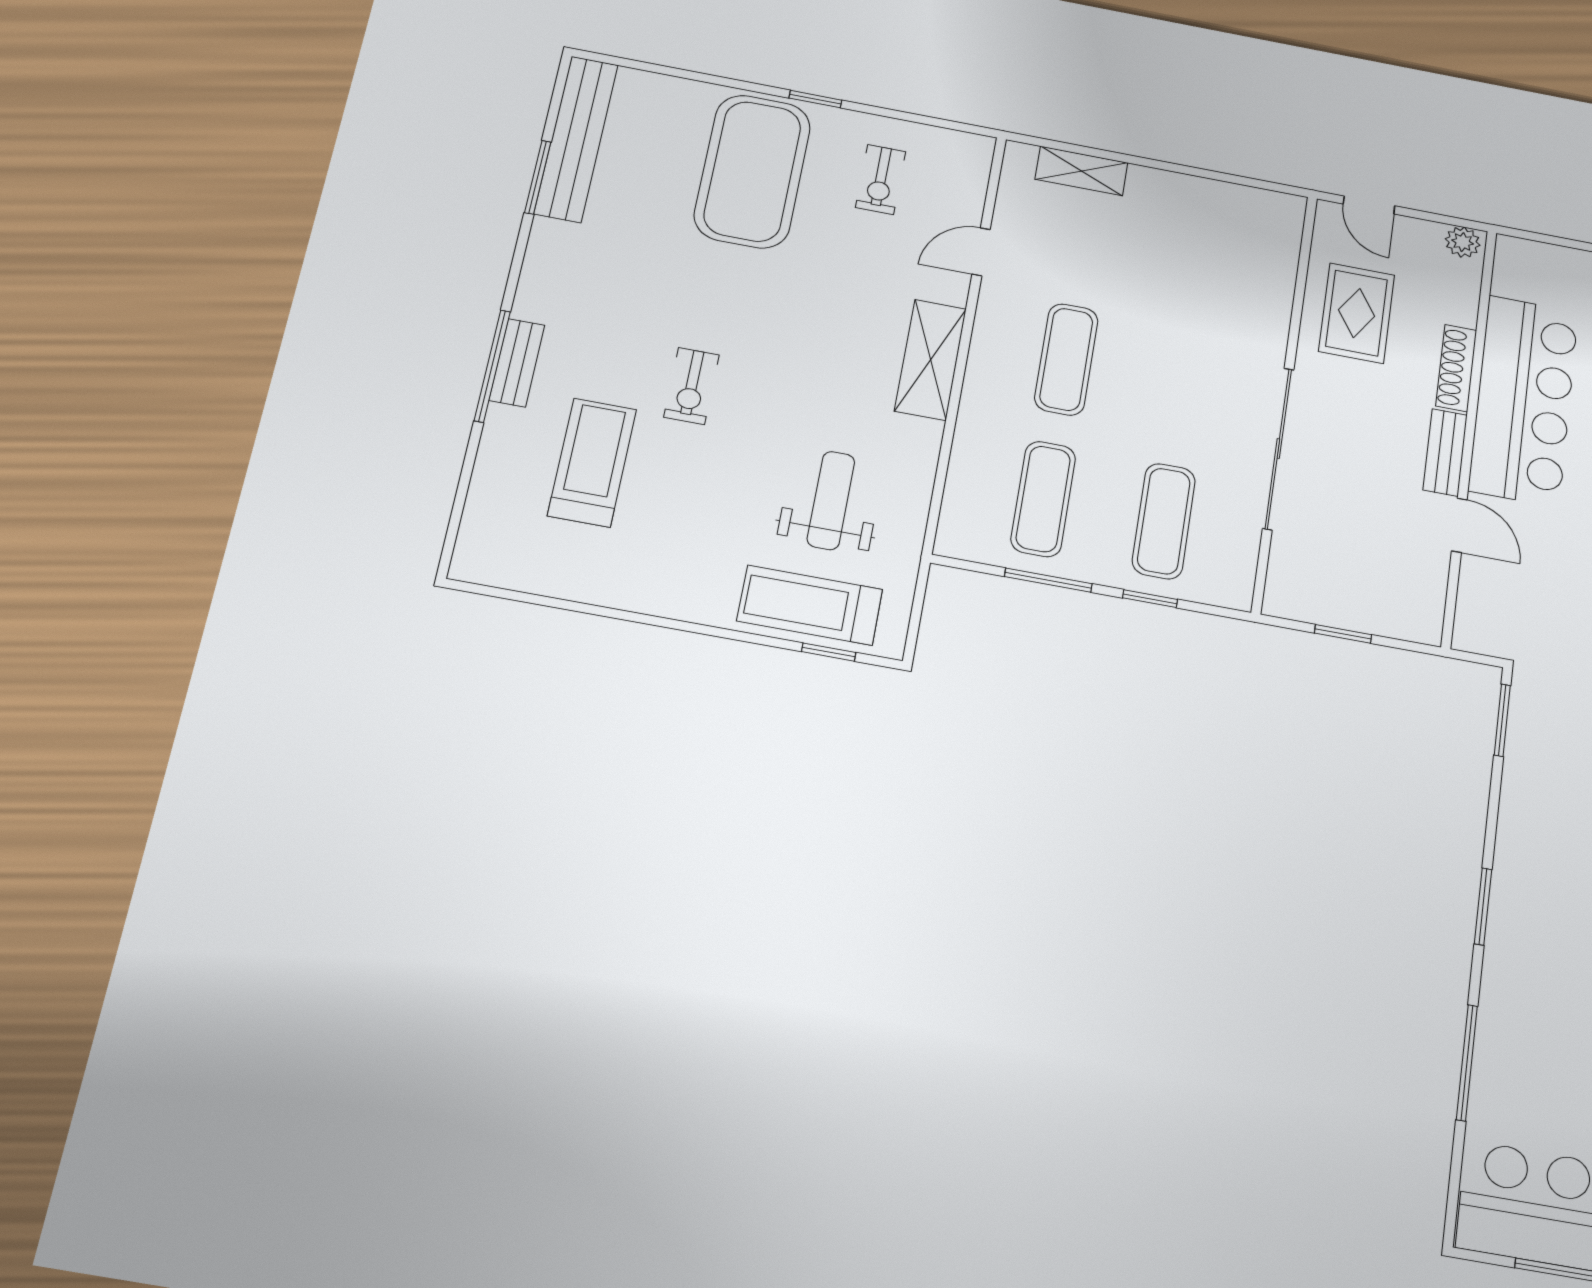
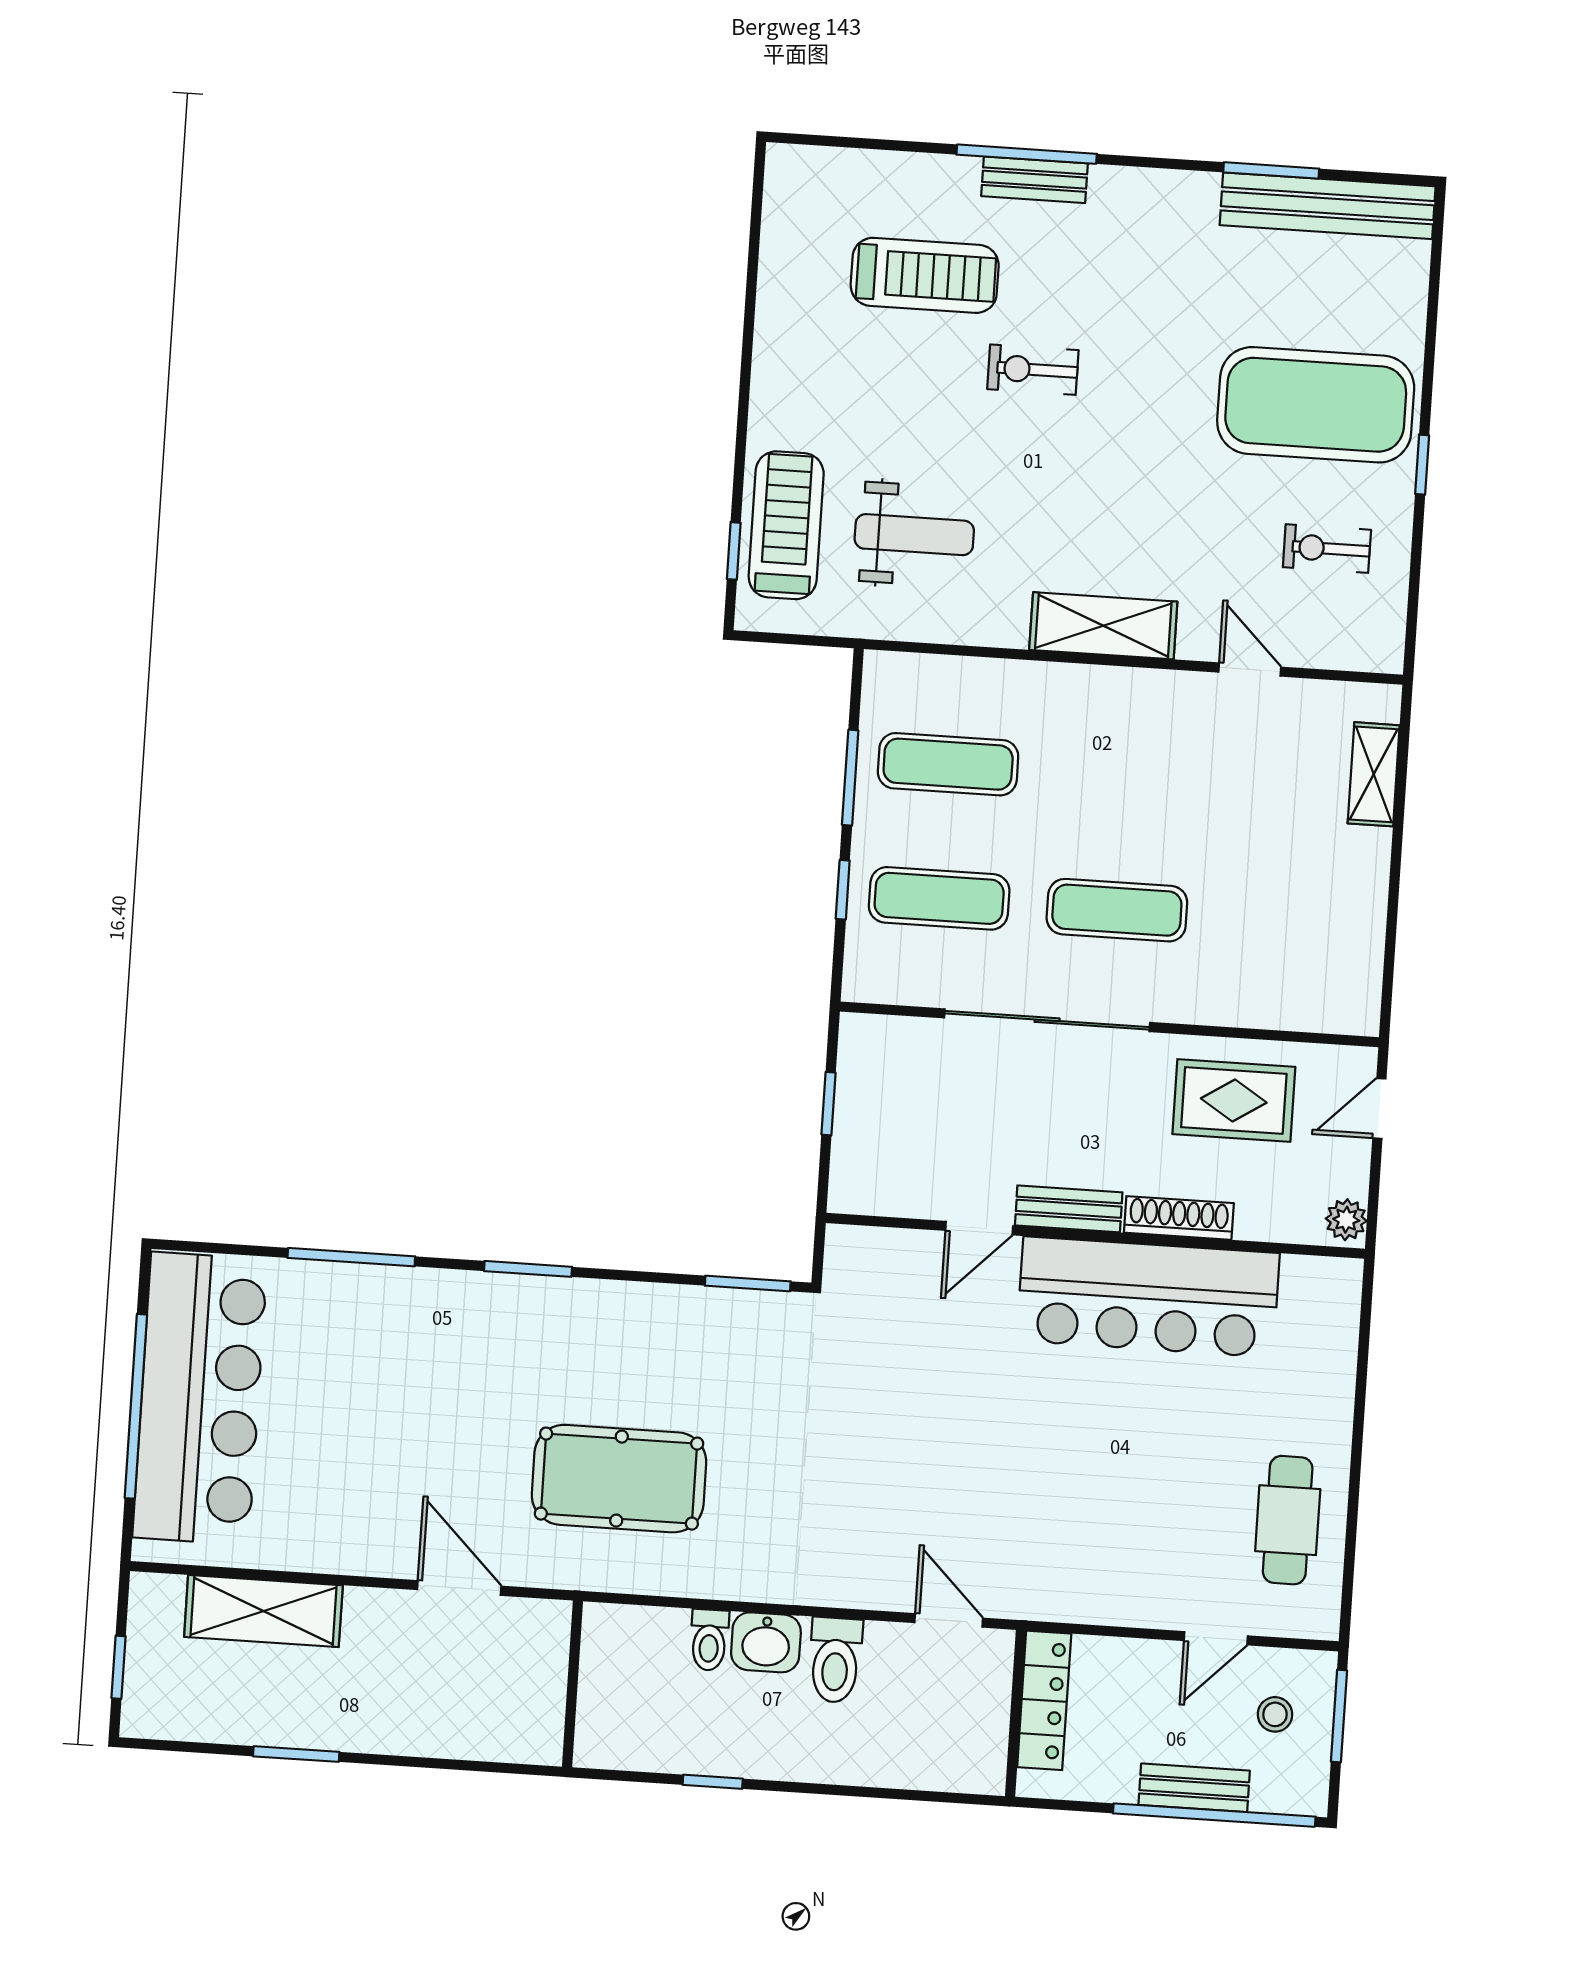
exercise mat: (1066, 359) -> (1117, 910), moved

